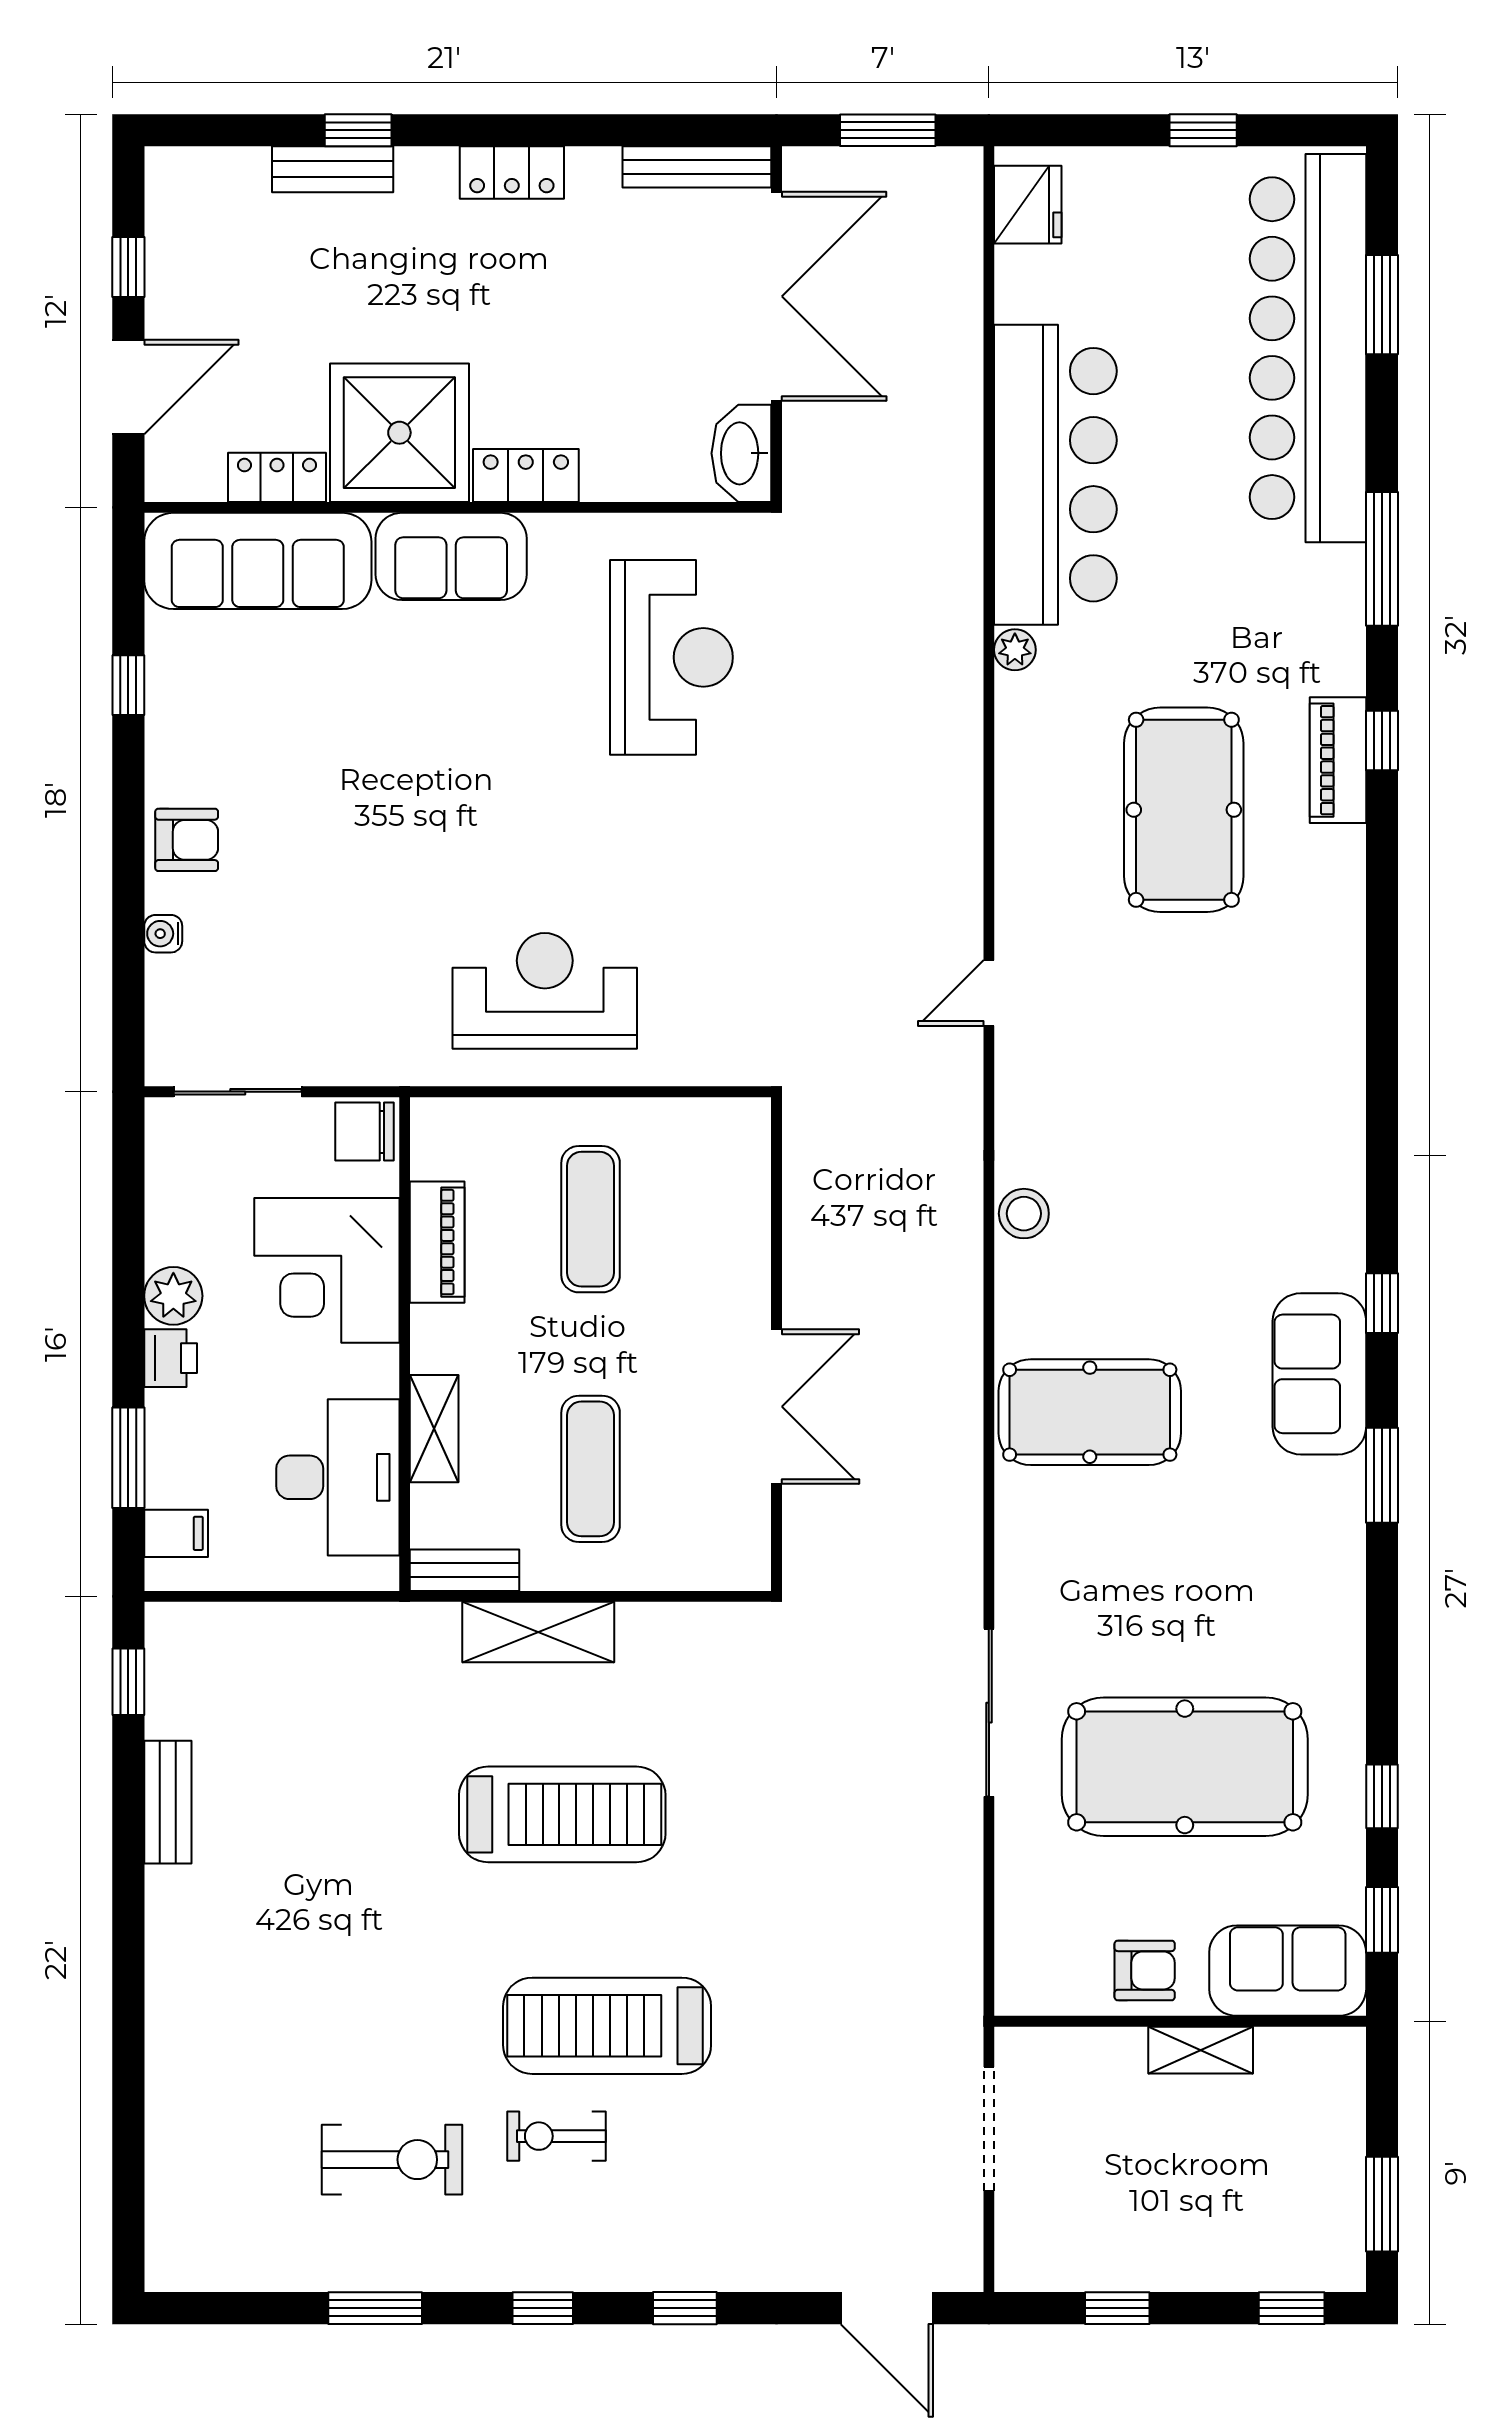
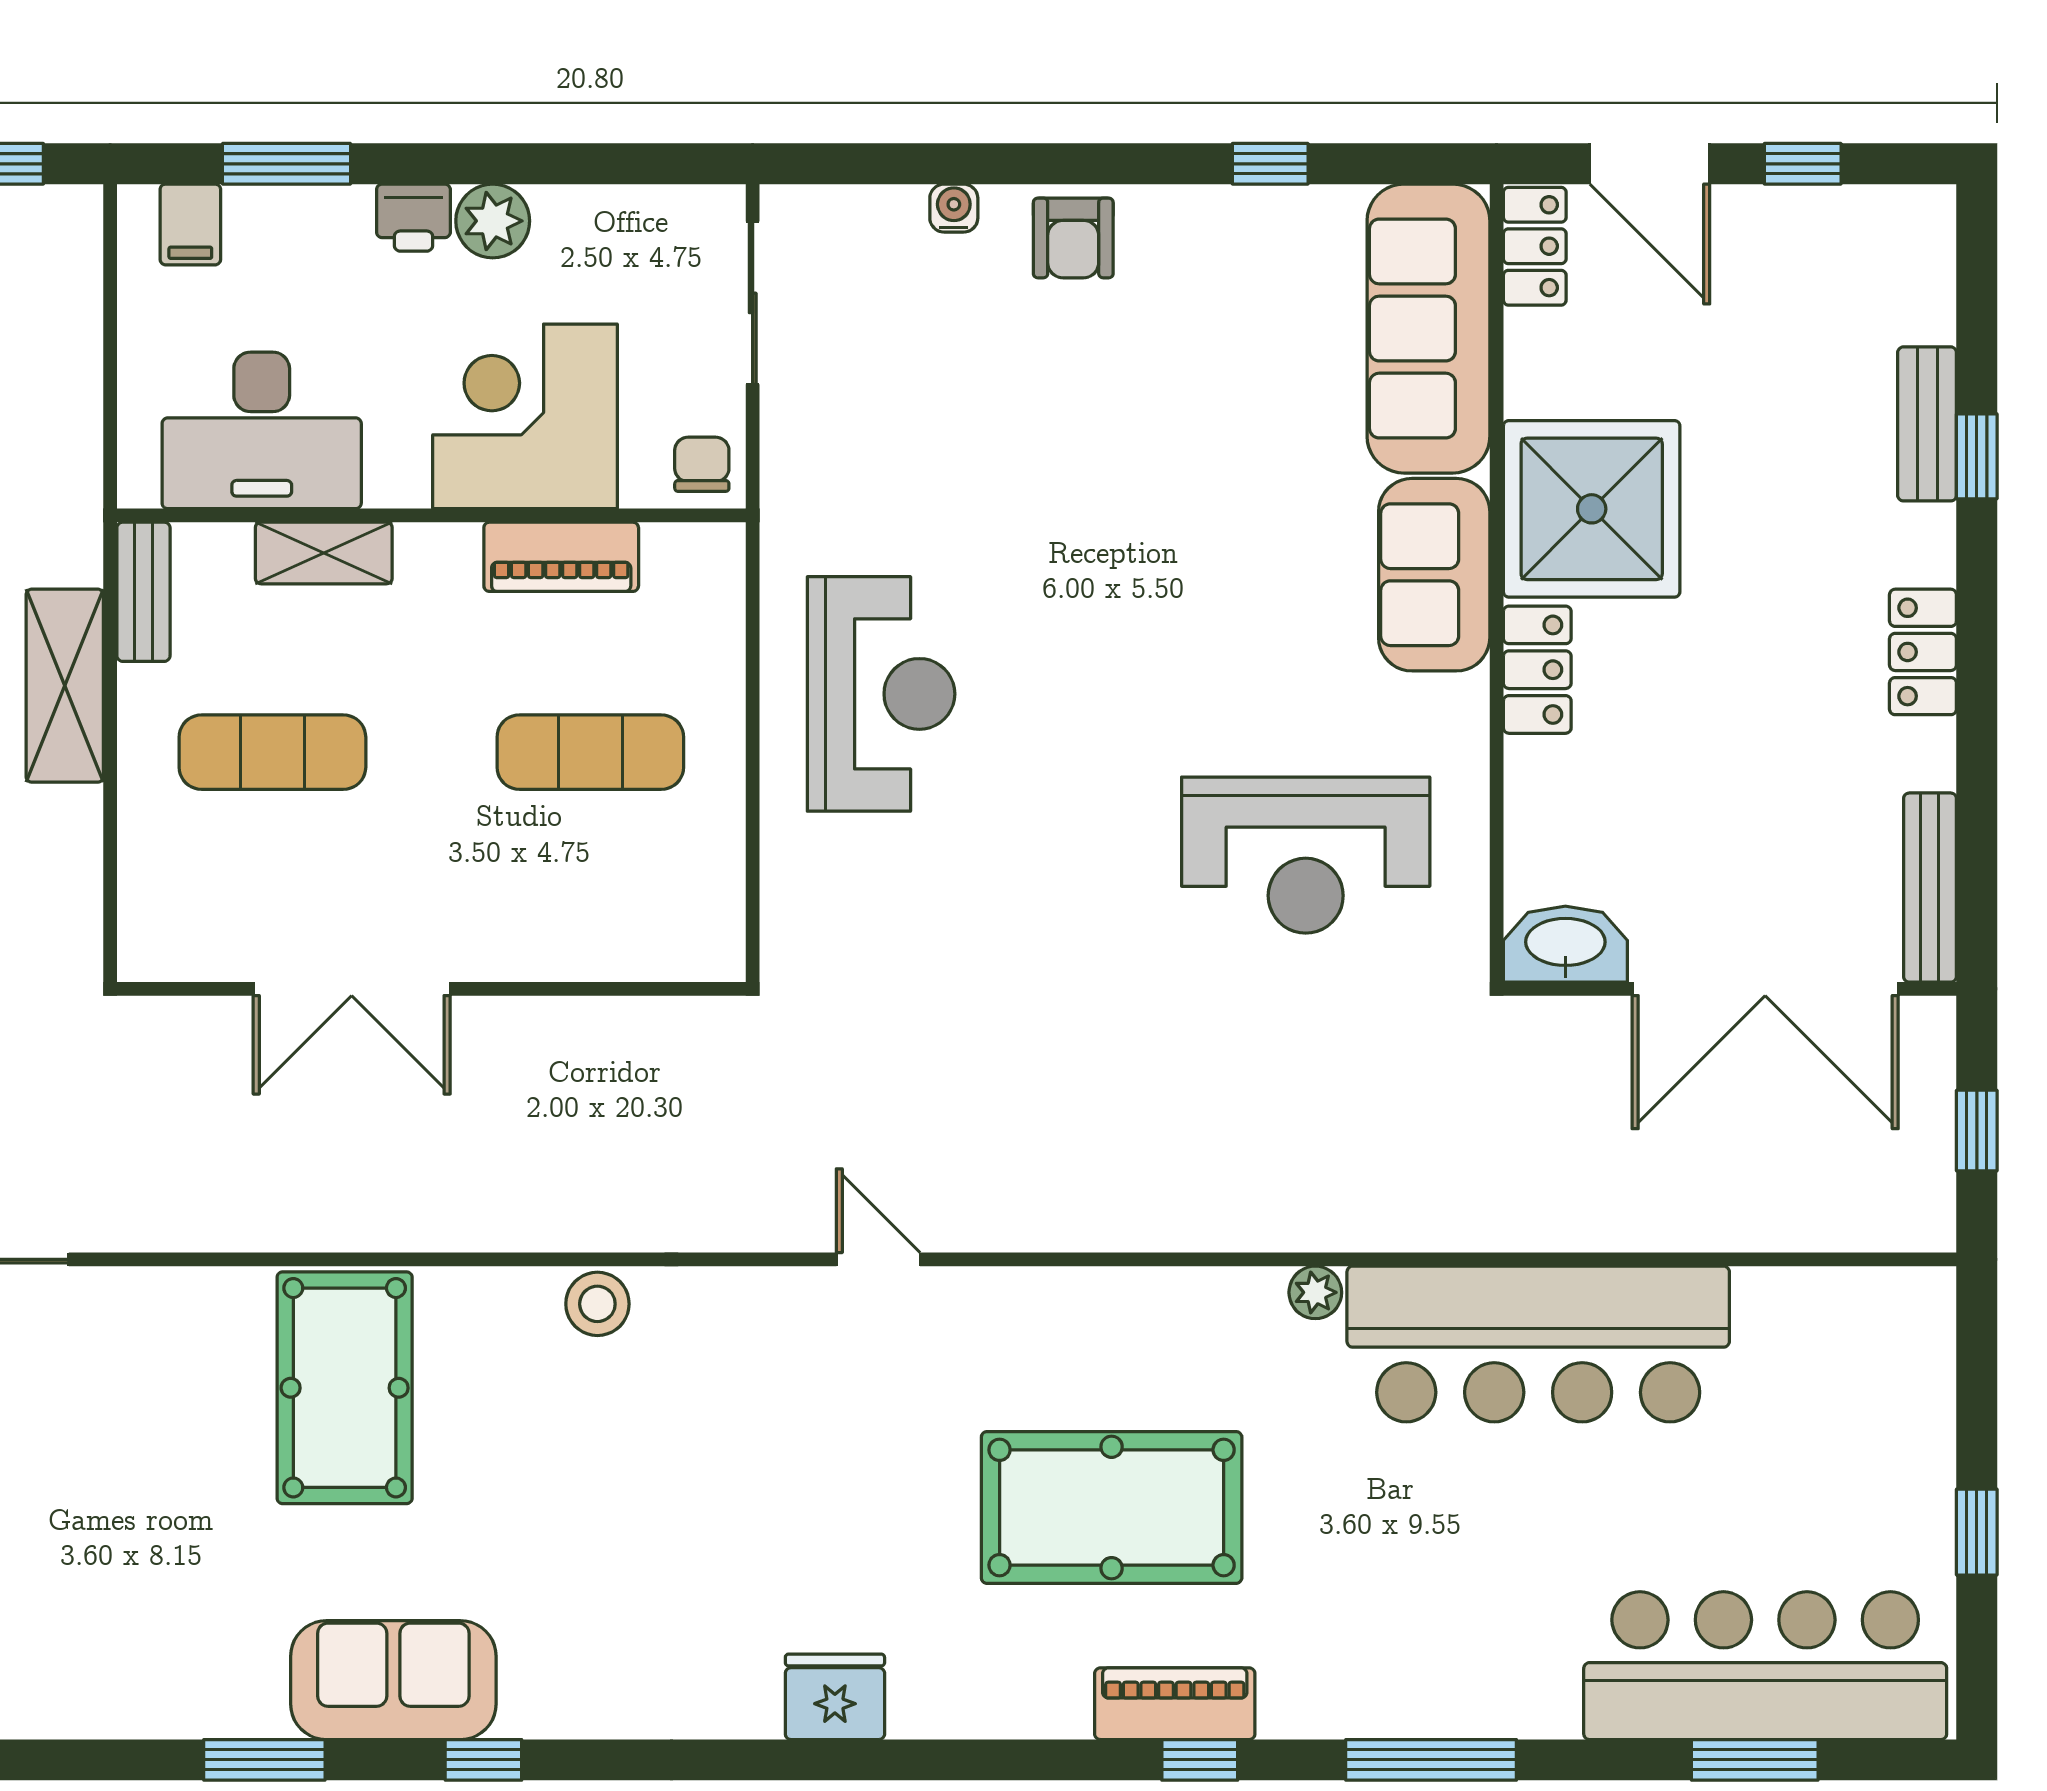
window: (888, 130) -> (1977, 1131), width x0.67
fridge: (1028, 205) -> (835, 1697), moved, turned 180
bar counter: (1308, 348) -> (1765, 1666), width x0.73
locker: (277, 477) -> (1535, 246), moved
chair: (364, 1132) -> (702, 464), width x0.73, depth x0.73

